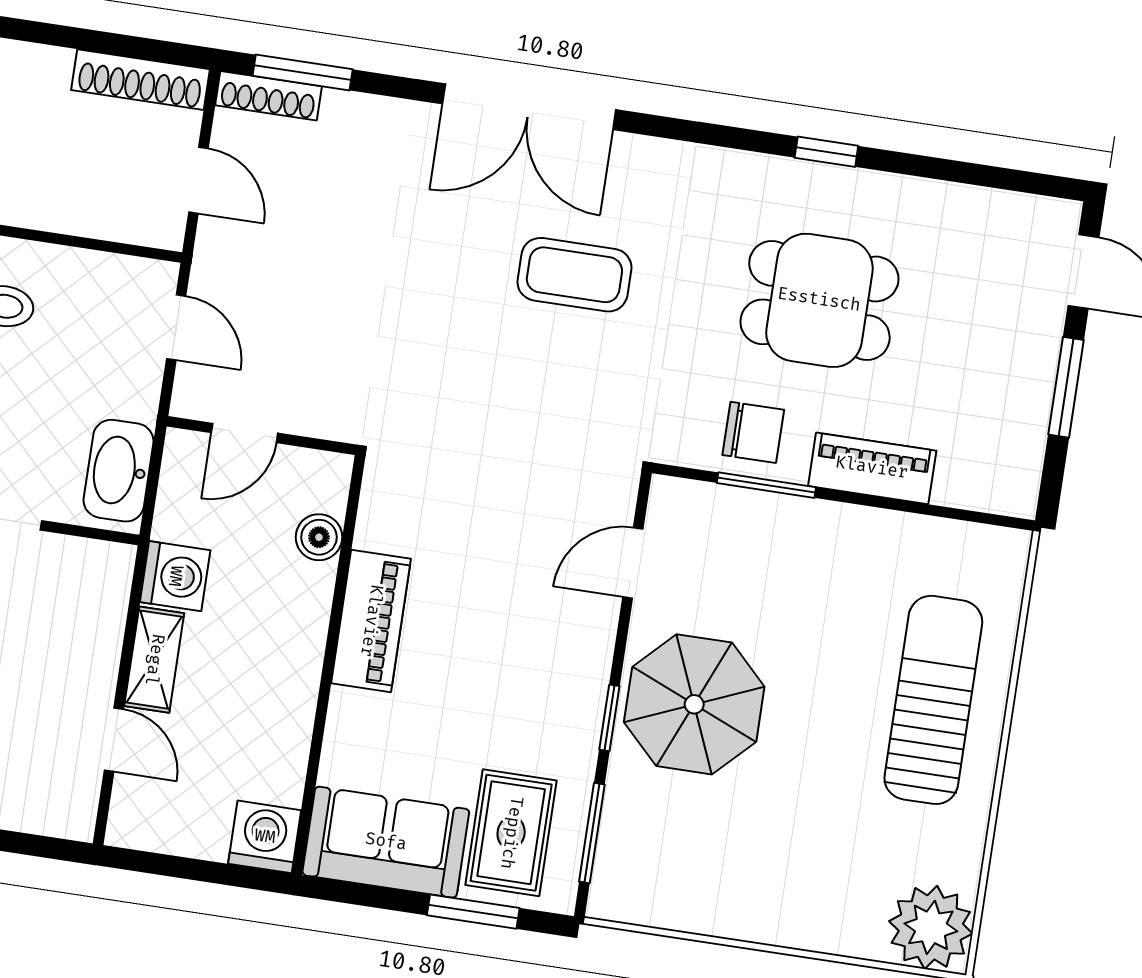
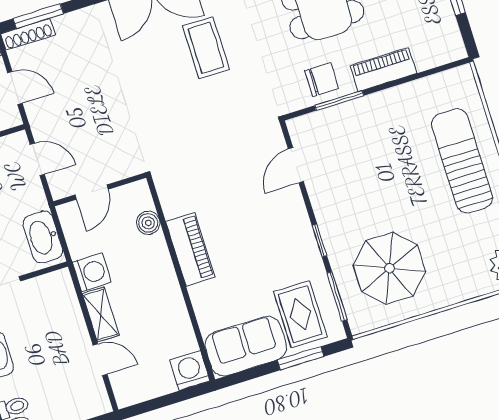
coffee table: (574, 275) -> (206, 48), turned 90
parasol: (694, 704) -> (389, 268), moved

